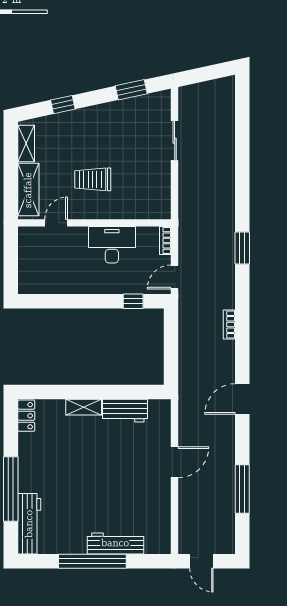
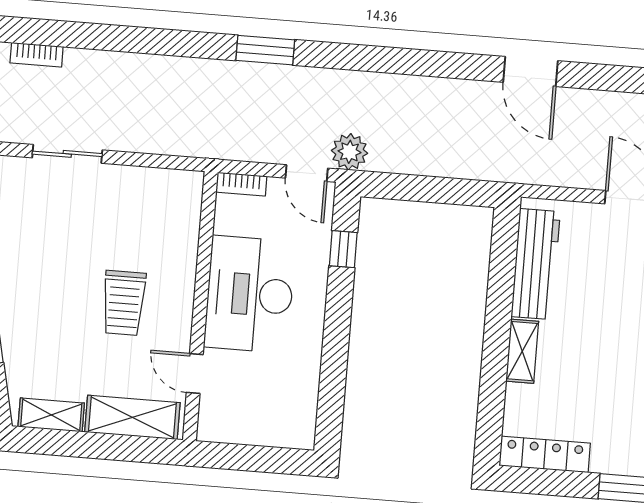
desk: (112, 245) -> (250, 294), width x1.36, depth x1.30
plant: (189, 300) -> (350, 152), added
bookcase: (229, 325) -> (37, 55), moved
workbench: (125, 411) -> (536, 264), width x1.37
locker: (26, 416) -> (545, 454), width x1.53

